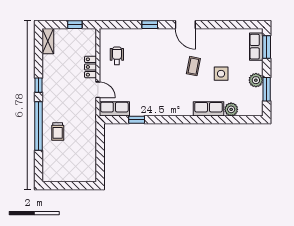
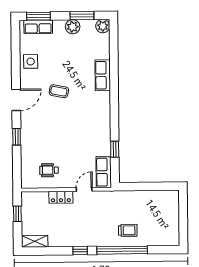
side table: (221, 74) -> (31, 61), moved
plant: (231, 109) -> (103, 26), moved

